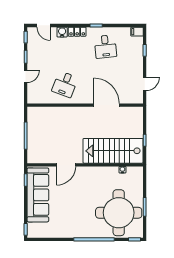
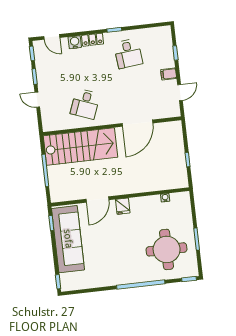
filing cabinet: (137, 32) -> (169, 74), moved
door: (26, 76) -> (37, 100), swing flipped
door: (107, 105) -> (137, 123), swing flipped
stairs: (113, 151) -> (80, 147), moved, turned 180
fridge: (86, 173) -> (123, 206), added
round table: (119, 213) -> (167, 249), width x0.73, depth x0.73

